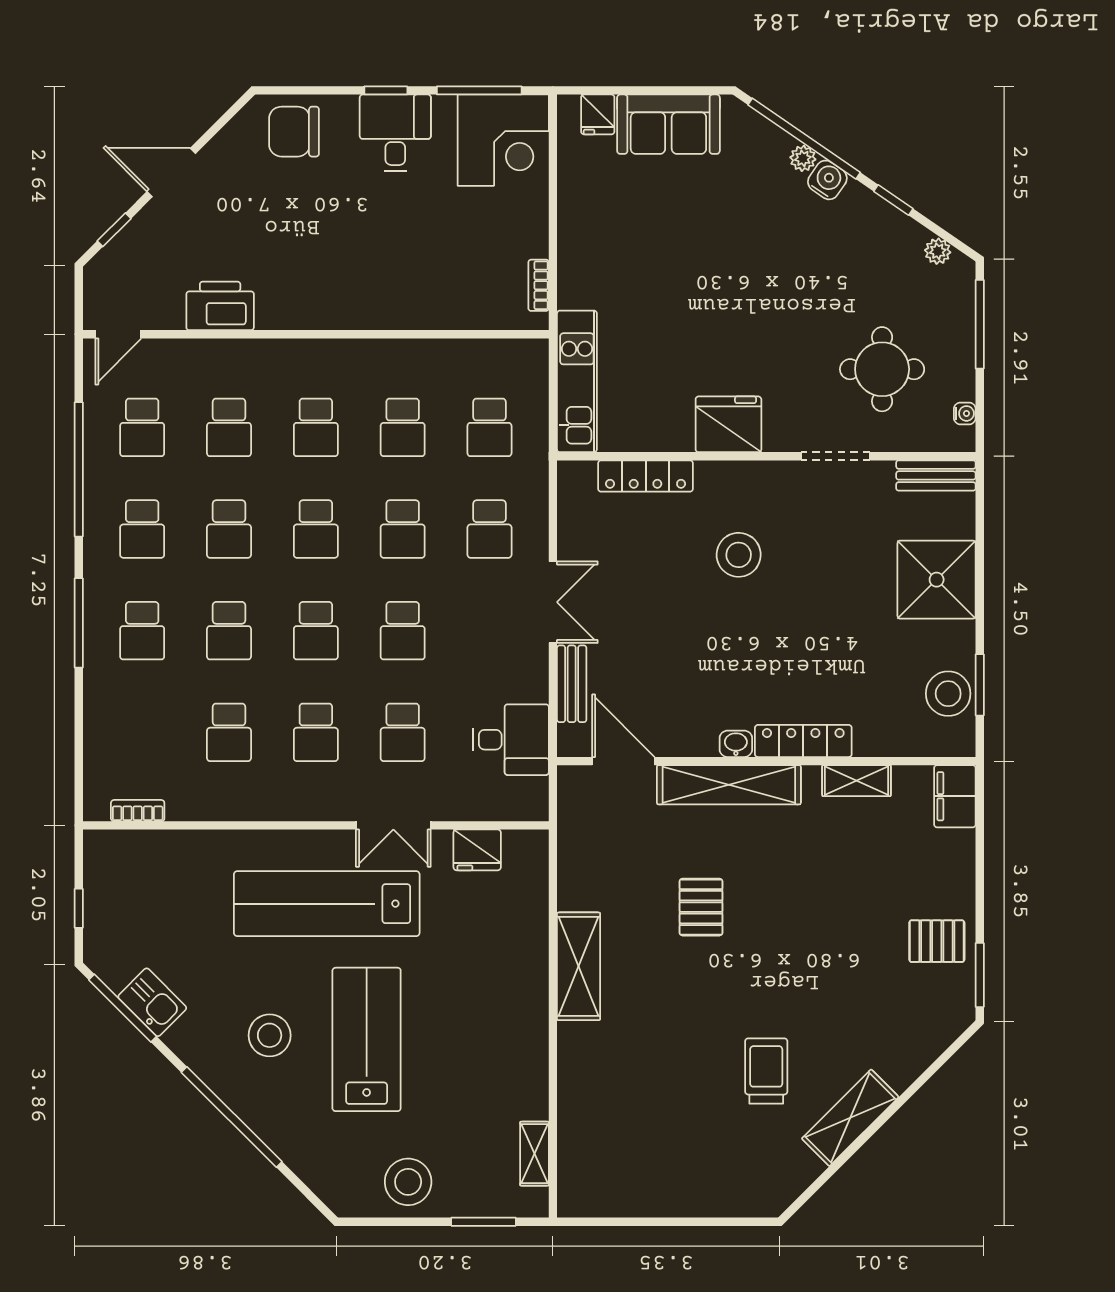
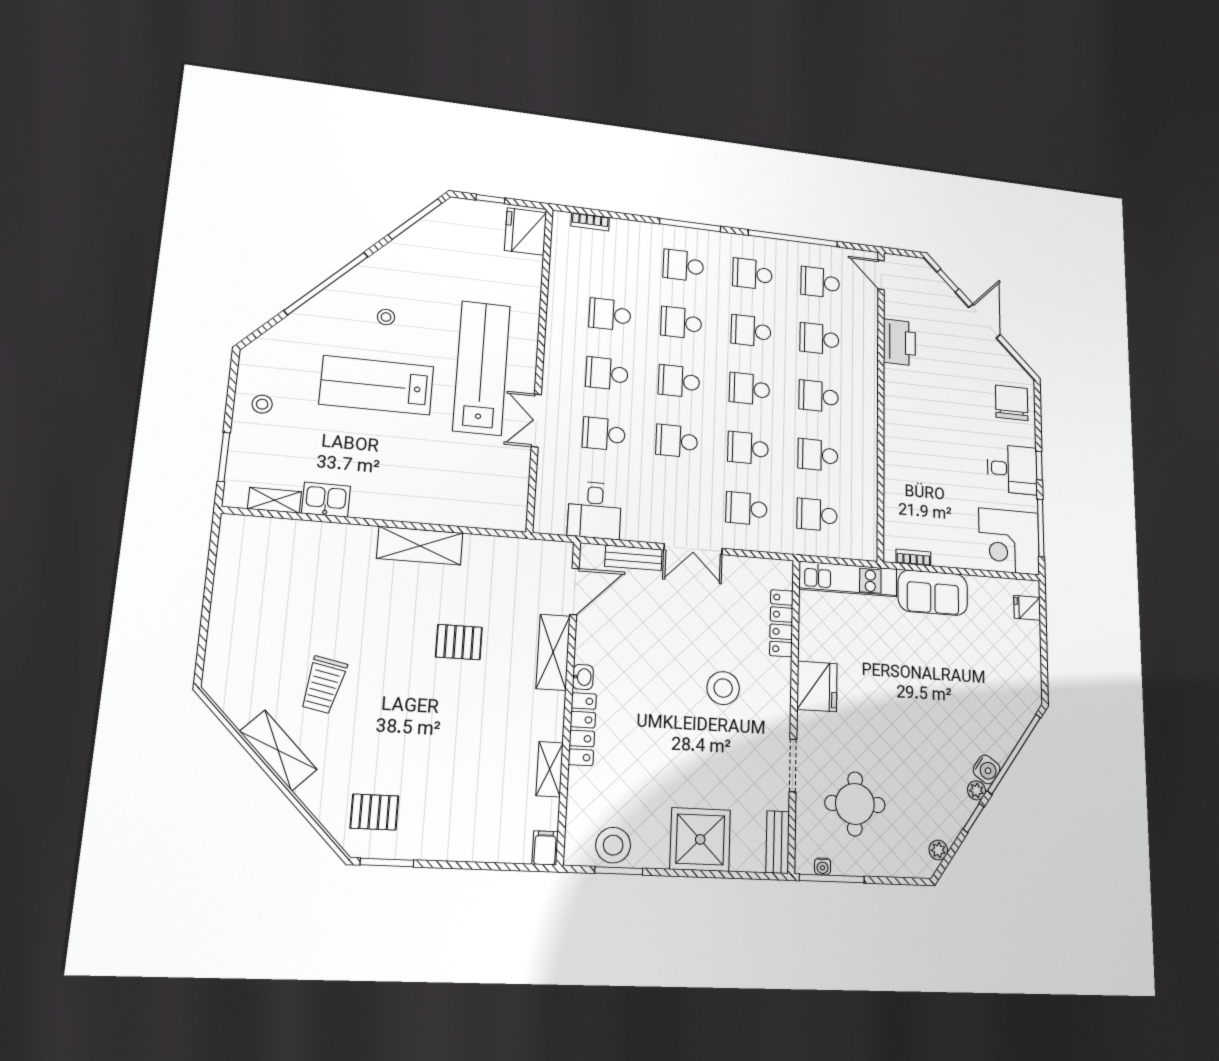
sofa: (668, 124) -> (933, 593), moved, turned -90
plant: (803, 158) -> (976, 790), moved
window: (980, 324) -> (832, 878), moved
shelving: (729, 785) -> (553, 652), width x0.68
filing cabinet: (955, 796) -> (545, 848), width x0.50
bookcase: (138, 811) -> (590, 222), moved, turned 90
fridge: (477, 850) -> (525, 232), moved, width x1.36, depth x1.34
pallet: (937, 941) -> (374, 812), moved, turned 90
kitchen sink: (152, 1002) -> (326, 500), moved, turned -135
stool: (270, 1035) -> (386, 317), width x0.53, depth x0.53
lab bench: (367, 1039) -> (377, 385), turned 180
trolley: (766, 1071) -> (324, 685), turned 102
stool: (408, 1182) -> (262, 404), width x0.53, depth x0.53

